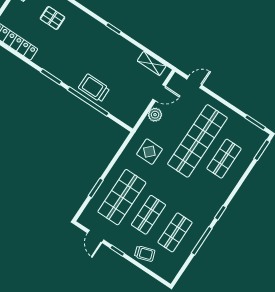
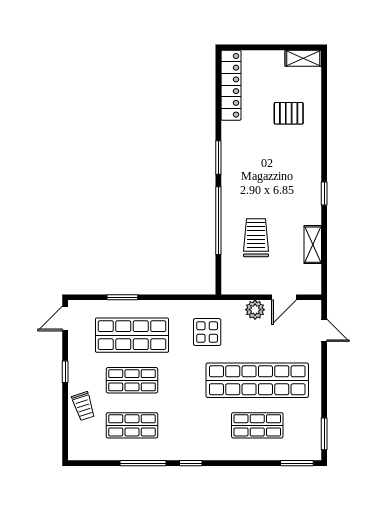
pallet: (53, 18) -> (289, 113), turned 90
shelving: (152, 63) -> (313, 245), moved
trolley: (94, 88) -> (256, 238), moved
door: (159, 93) -> (284, 297), hinge flipped
door: (96, 236) -> (65, 318), moved

